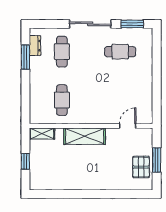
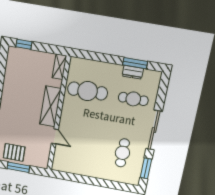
dresser: (35, 46) -> (133, 72), moved
cafe table: (62, 100) -> (88, 91), width x1.37, depth x1.35
door: (128, 126) -> (55, 136), moved
window: (25, 161) -> (24, 44), moved

